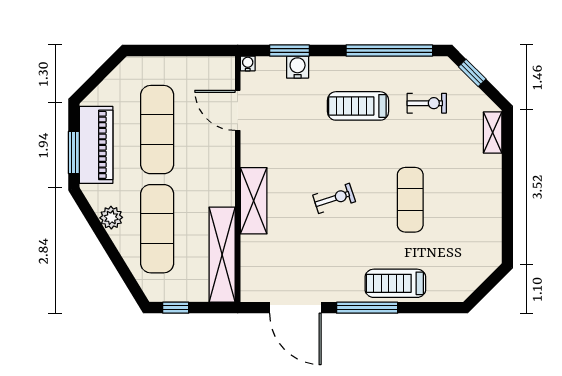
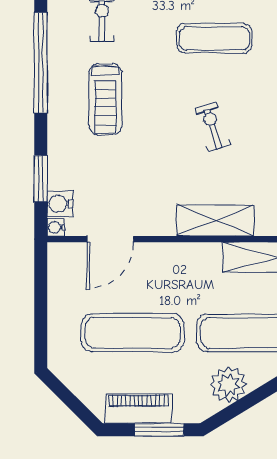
water cooler: (298, 67) -> (60, 204), moved
piano: (96, 145) -> (138, 409), width x0.73, depth x0.75
plant: (111, 218) -> (228, 385), width x1.36, depth x1.36

